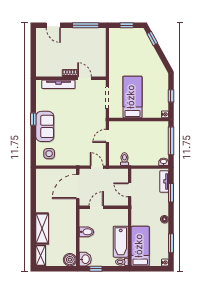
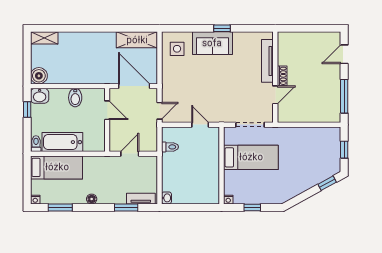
window: (171, 141) -> (194, 207), removed
shelving: (42, 229) -> (137, 40), moved

